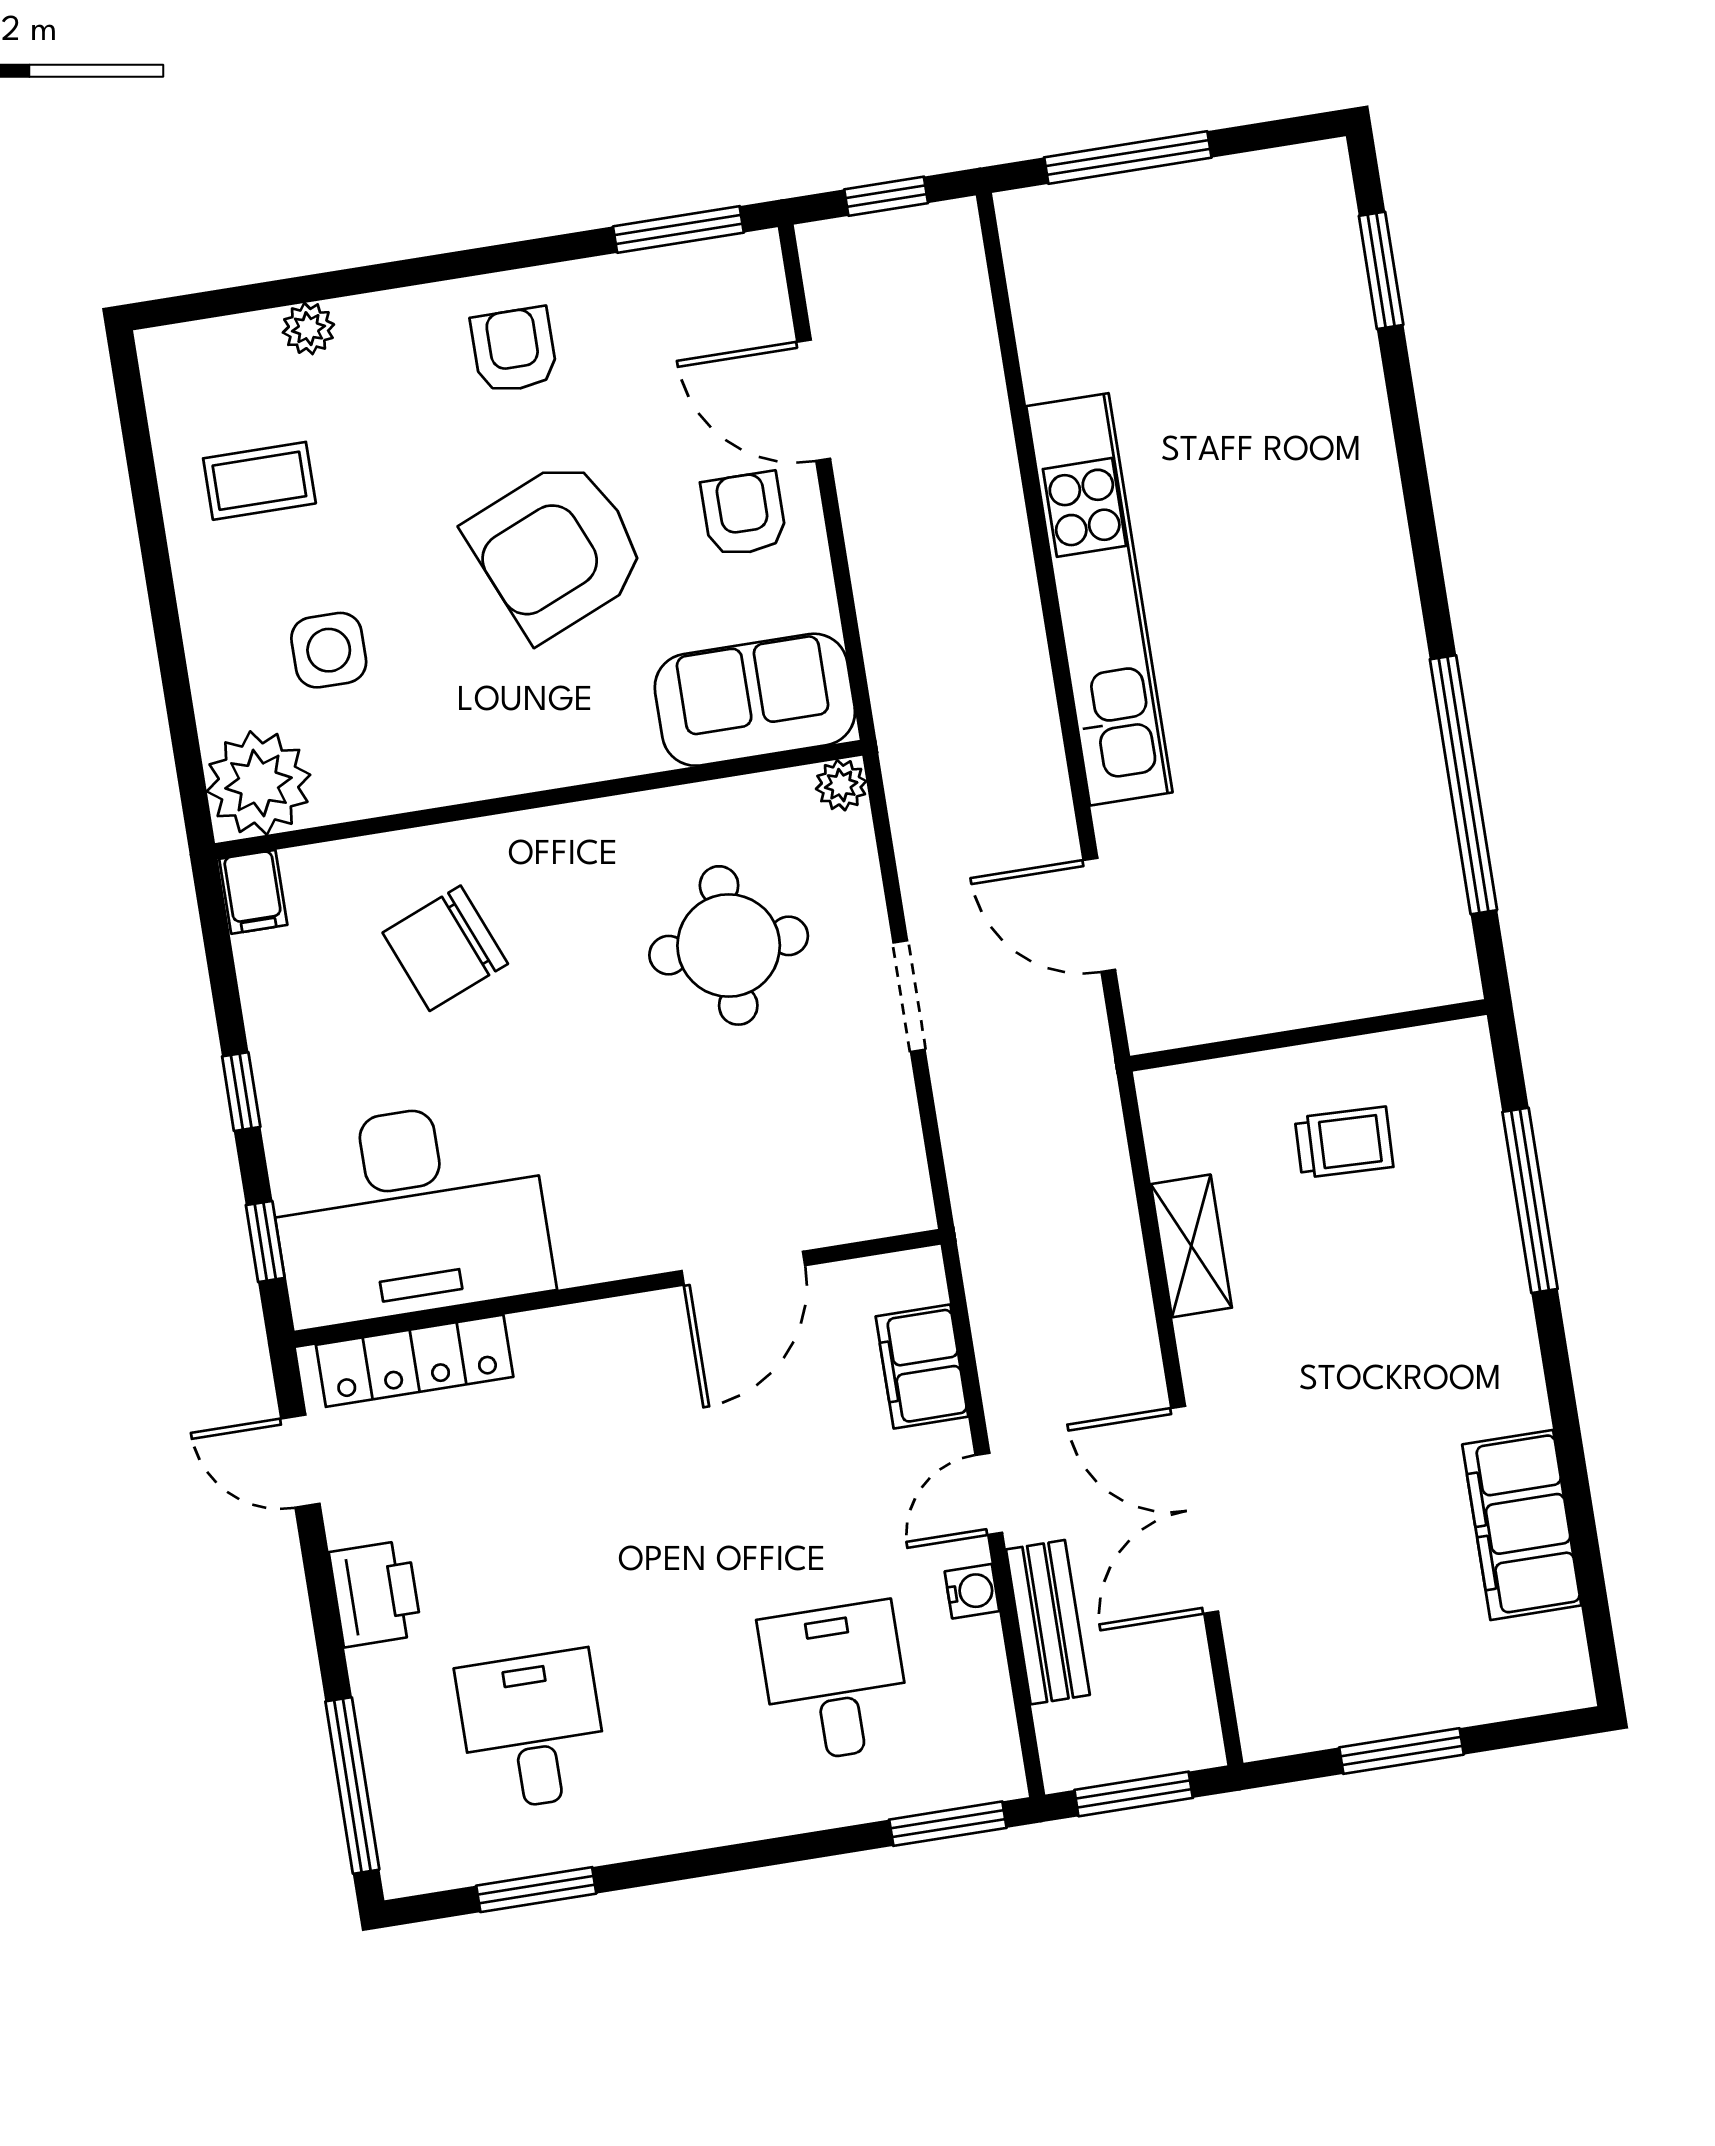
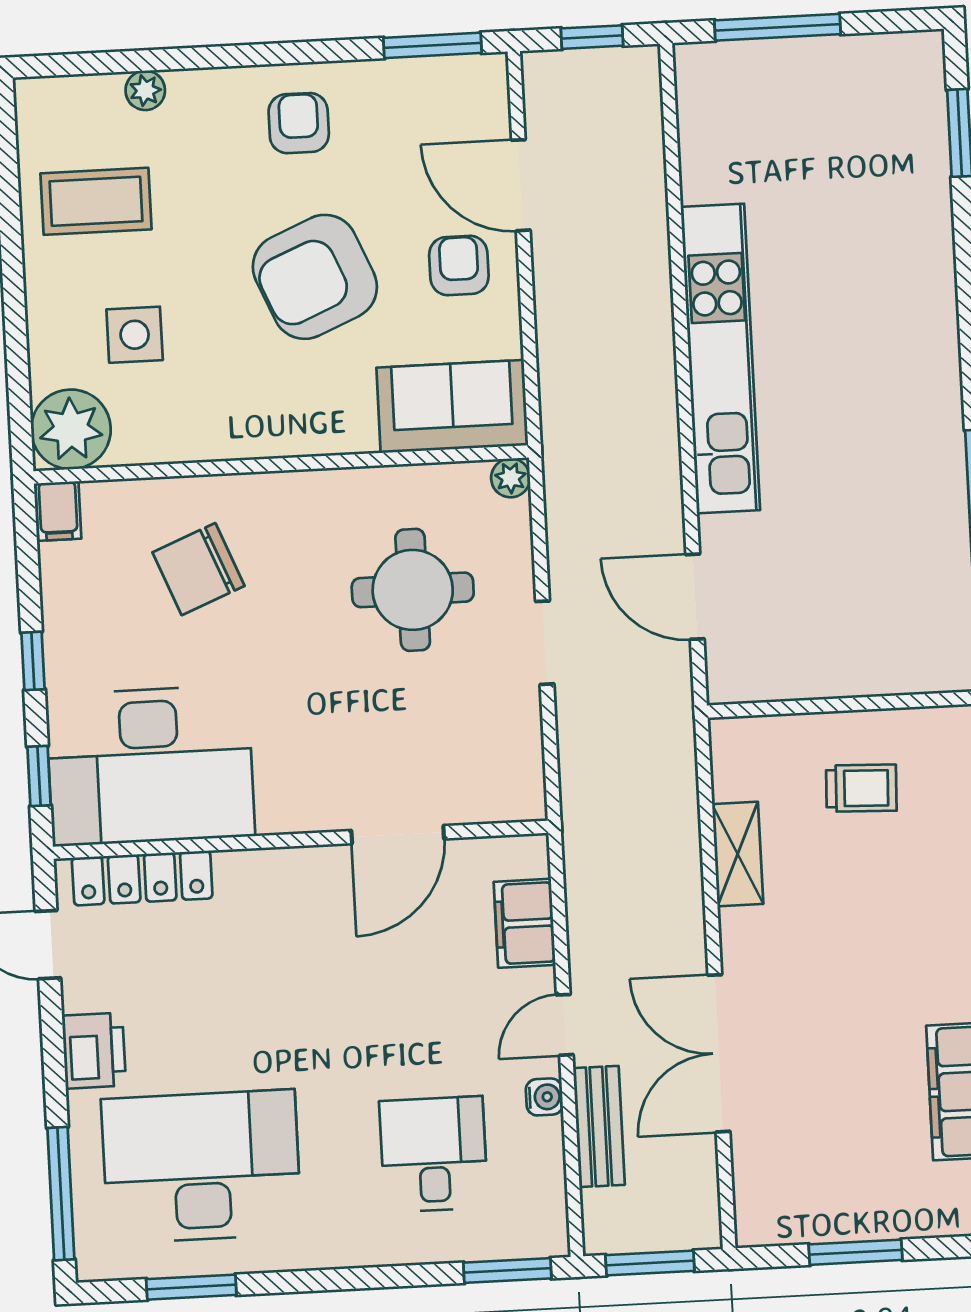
coffee table: (259, 481) -> (96, 201), width x1.36, depth x1.30
desk: (533, 1730) -> (201, 1166), width x1.87, depth x1.30

